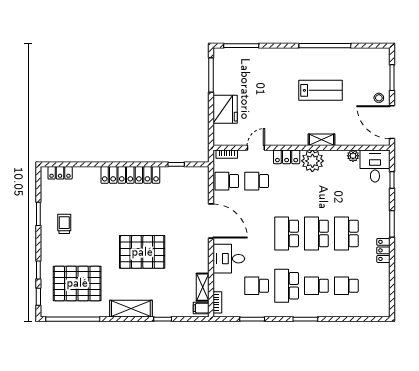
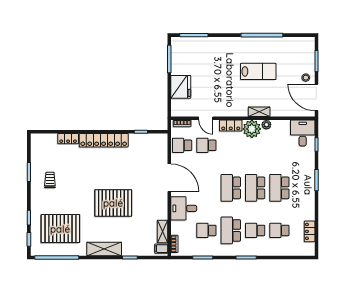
door: (256, 148) -> (206, 118), swing flipped
plant: (353, 156) -> (266, 125), moved
locker: (60, 173) -> (68, 139), moved
locker: (383, 250) -> (310, 231), moved

